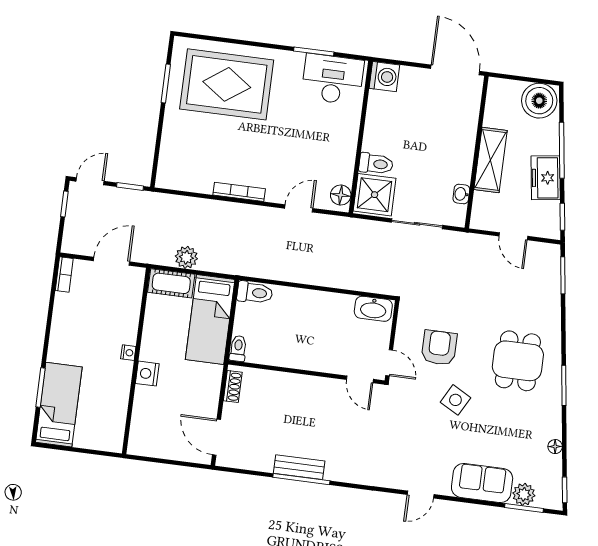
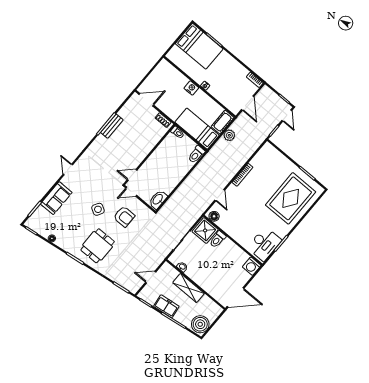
dining table: (518, 361) -> (98, 246), turned 90
bed: (59, 405) -> (199, 46), width x1.50
plant: (524, 494) -> (40, 213), removed

